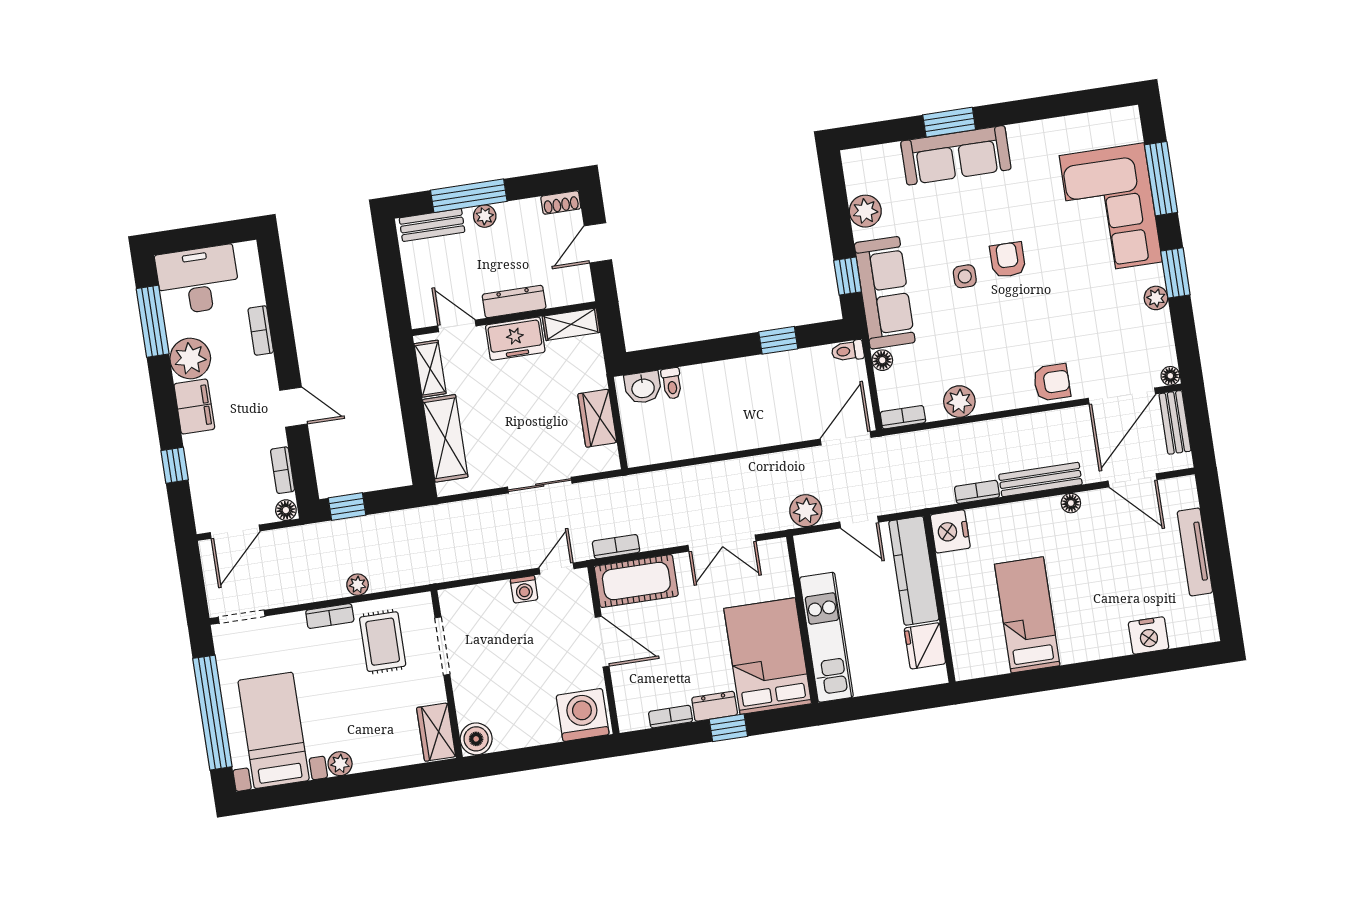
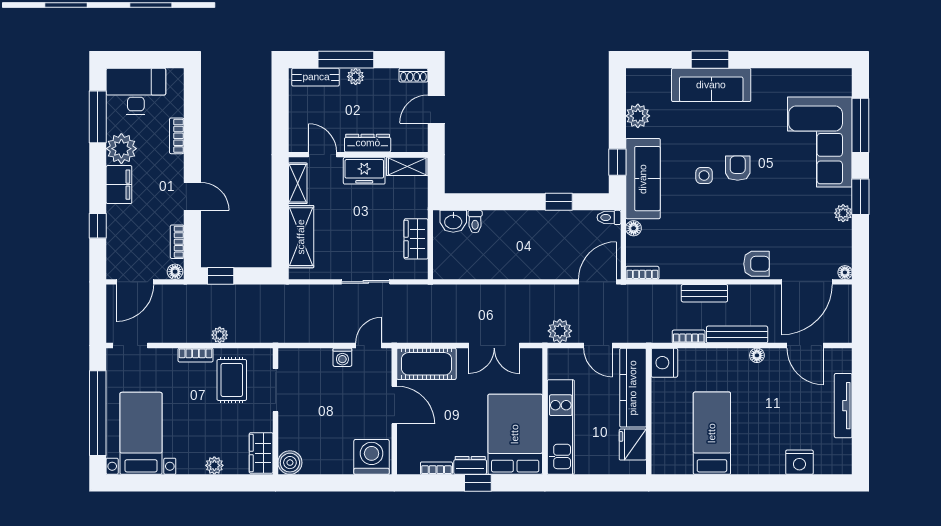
plant: (959, 402) -> (686, 268), removed
bench: (1175, 422) -> (704, 293), moved, turned 90
bookcase: (616, 547) -> (415, 336), removed
plant: (340, 764) -> (214, 465), moved

